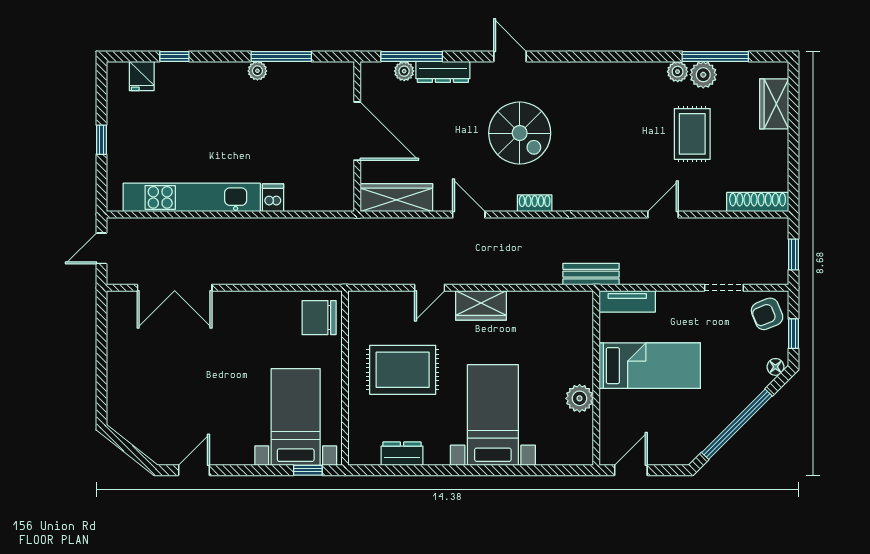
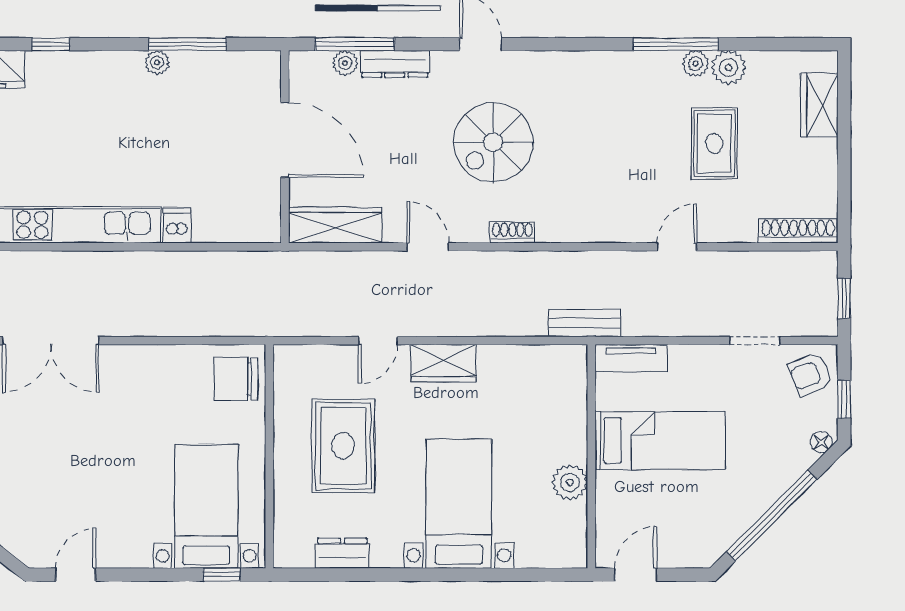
window: (715, 56) -> (676, 44), moved
spiral stairs: (520, 133) -> (493, 142), turned 90
rug: (403, 370) -> (343, 446), turned 90

